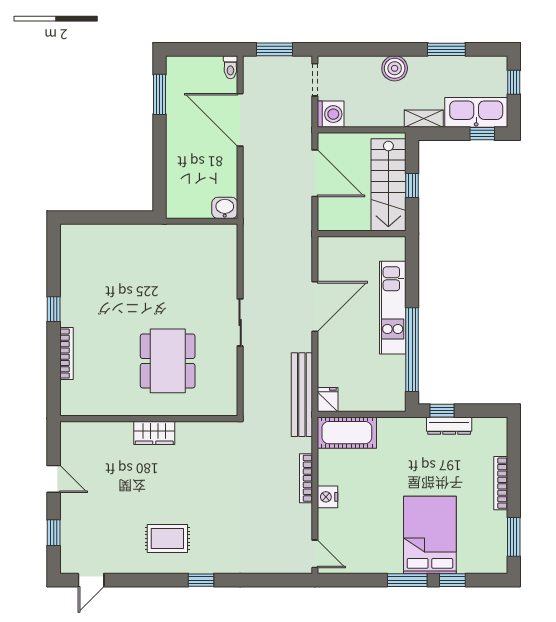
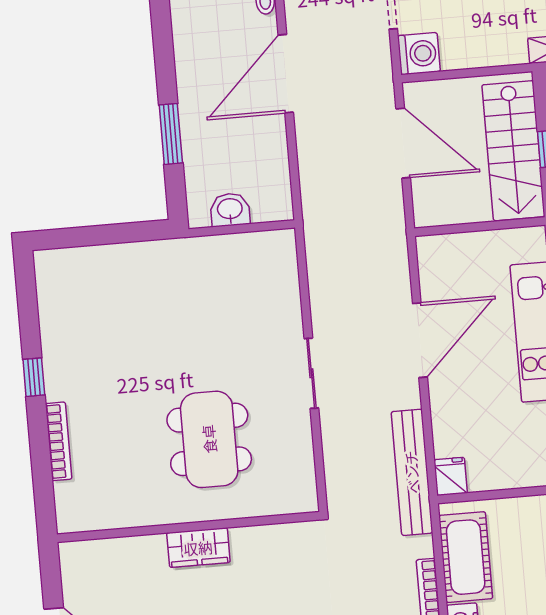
window: (159, 94) -> (171, 134), moved
door: (240, 120) -> (286, 74), hinge flipped
washbasin: (225, 208) -> (230, 210), moved
cot: (347, 433) -> (466, 557), moved, turned 90

